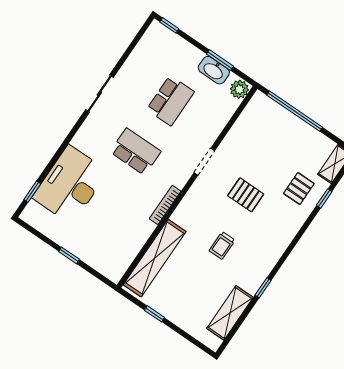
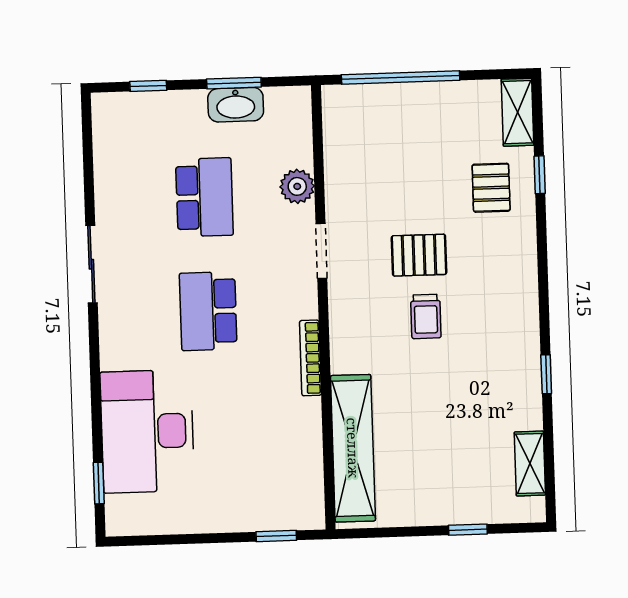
window: (169, 25) -> (148, 86), moved
plant: (239, 89) -> (297, 186), moved
school desk: (135, 152) -> (208, 311), turned -90
trolley: (222, 245) -> (426, 316), moved
window: (69, 255) -> (276, 536), moved
shelving: (230, 313) -> (530, 464), width x0.67, depth x0.75
window: (154, 314) -> (468, 530), moved

